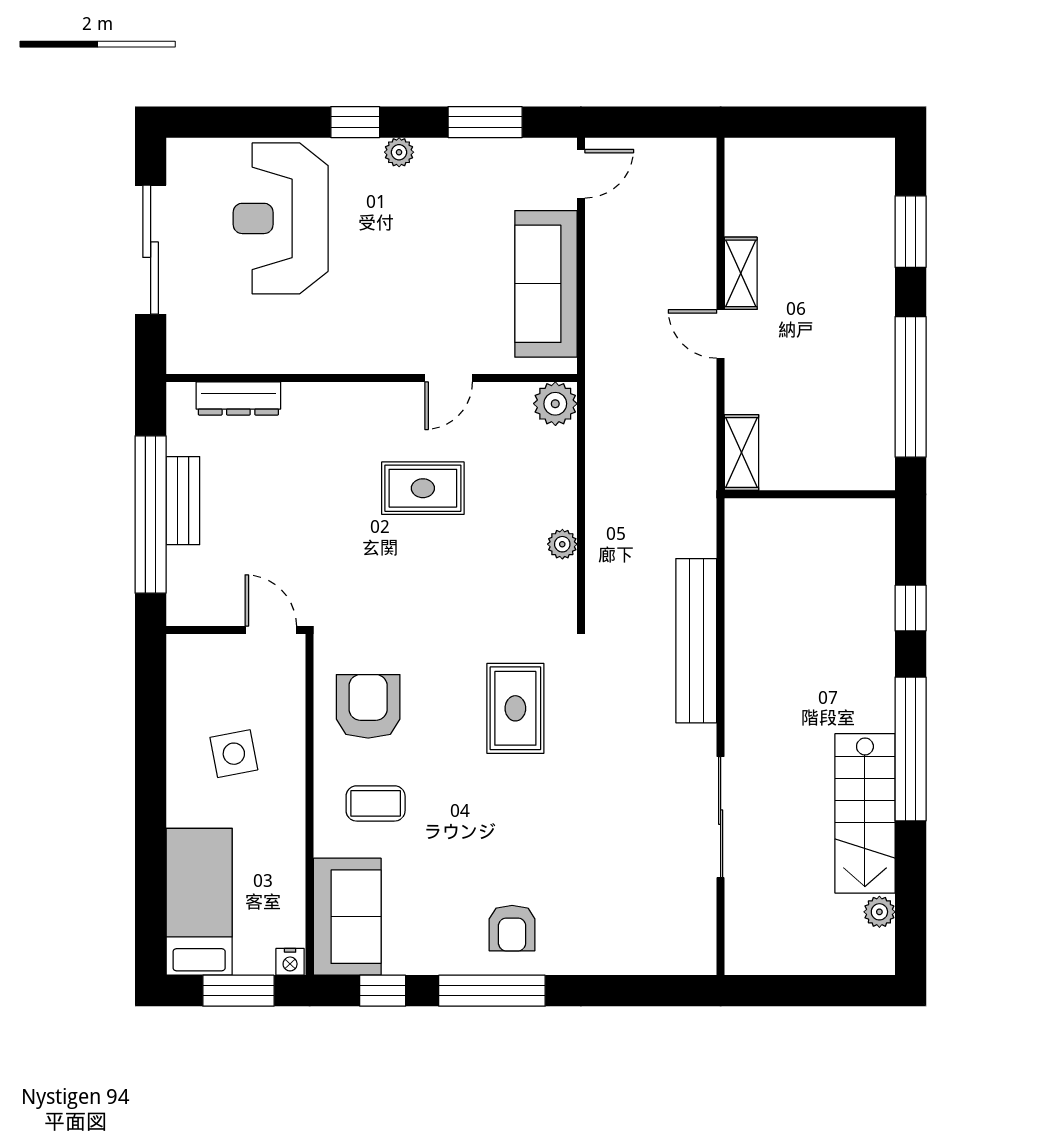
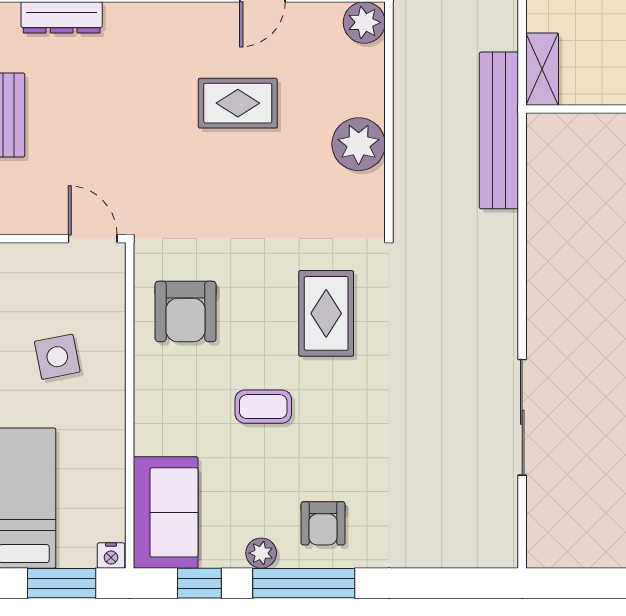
plant: (562, 544) -> (359, 144), width x1.88, depth x1.88
bench: (696, 641) -> (499, 130), moved
armchair: (368, 706) -> (186, 311), turned 180
coffee table: (376, 803) -> (263, 407), moved
plant: (447, 959) -> (261, 553), added

